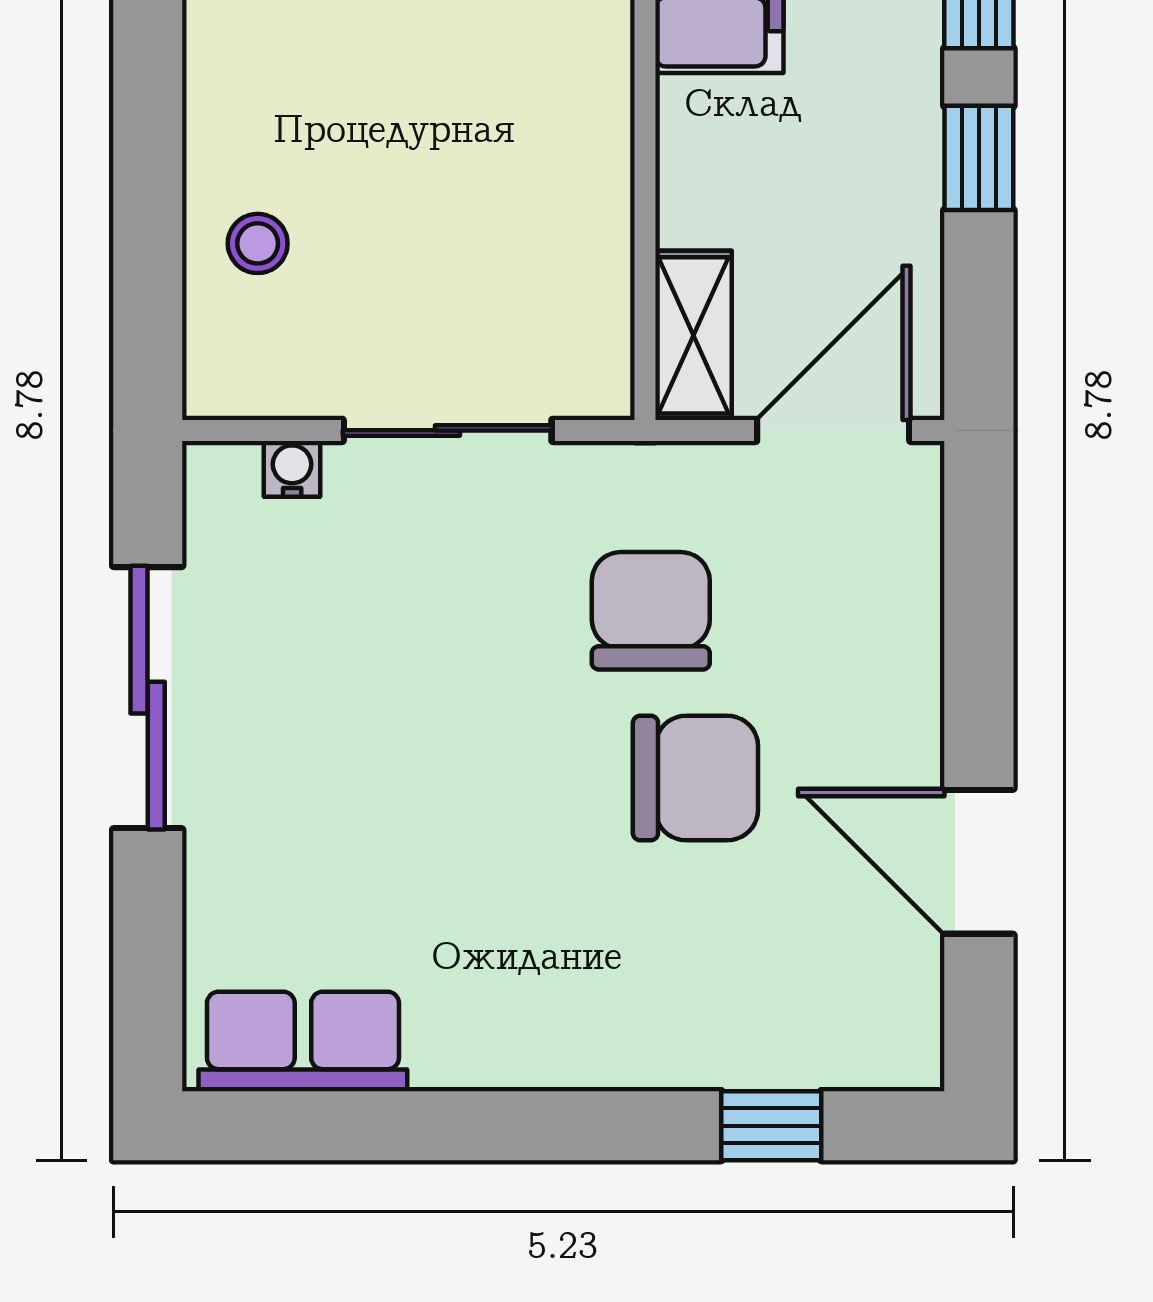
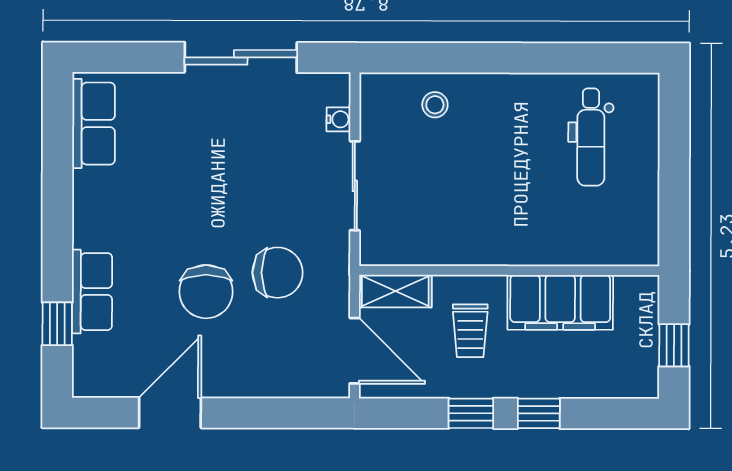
trolley: (786, 160) -> (470, 331), added
row of seats: (696, 1044) -> (92, 292), added

